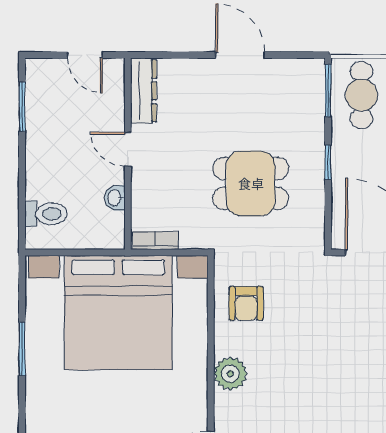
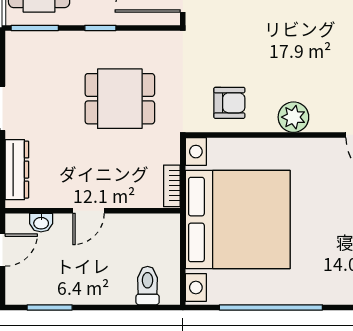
dresser: (144, 91) -> (17, 170), moved, turned 90
dining table: (251, 183) -> (120, 99), turned 90
washbasin: (115, 198) -> (41, 223), moved
window: (22, 349) -> (271, 307), width x2.11

